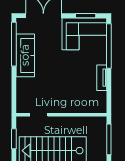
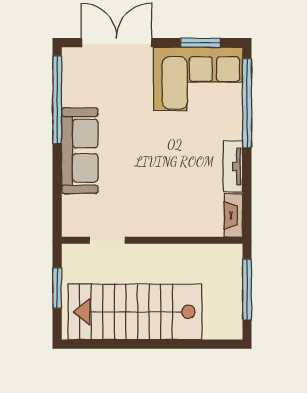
sofa: (25, 55) -> (80, 151), moved
fireplace: (102, 102) -> (233, 215), added

